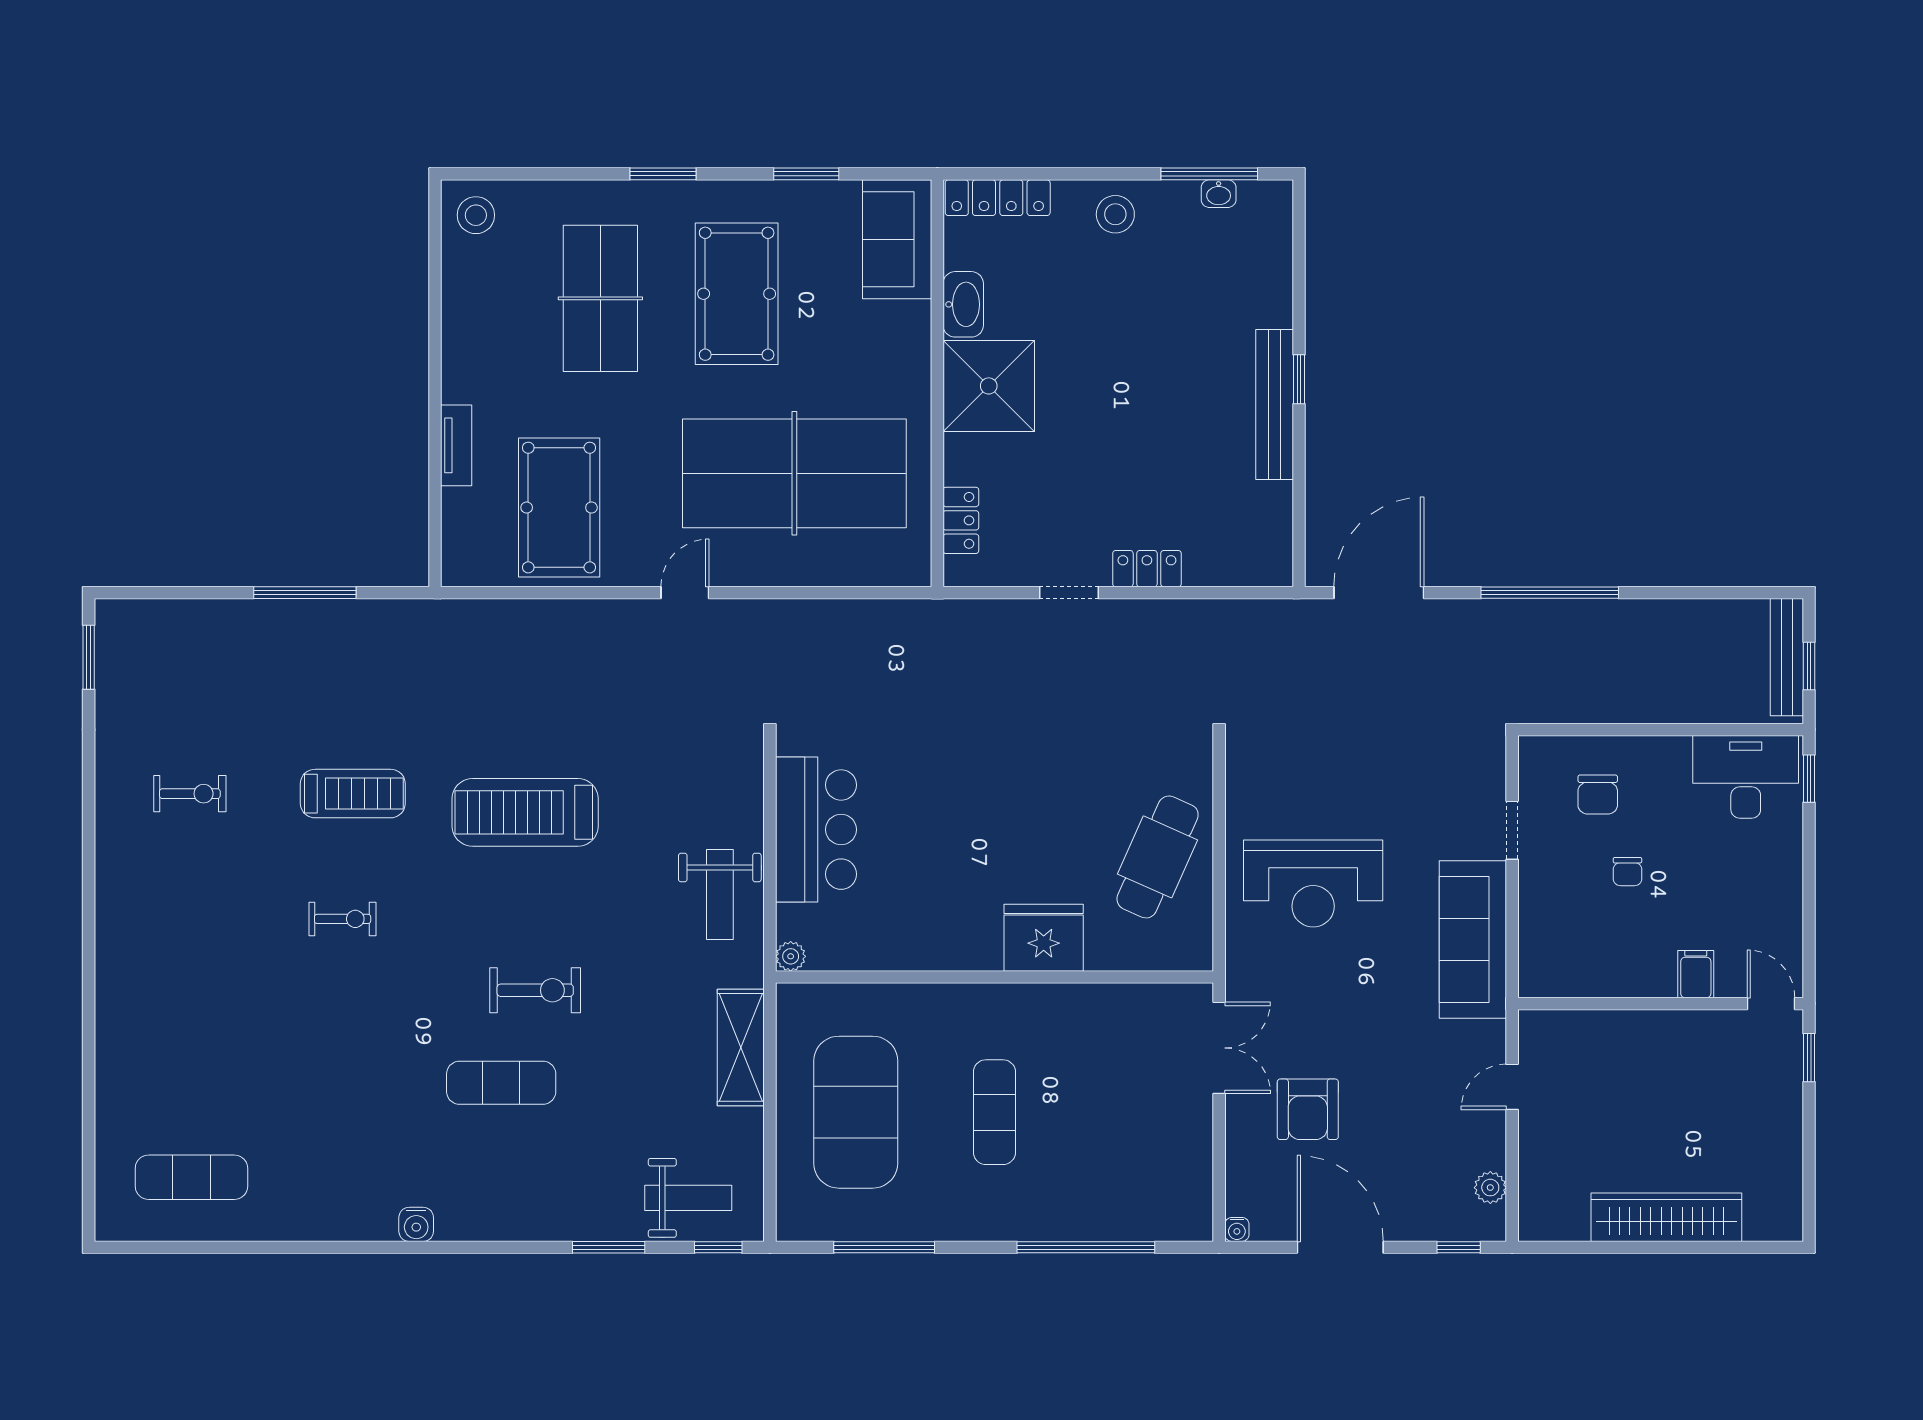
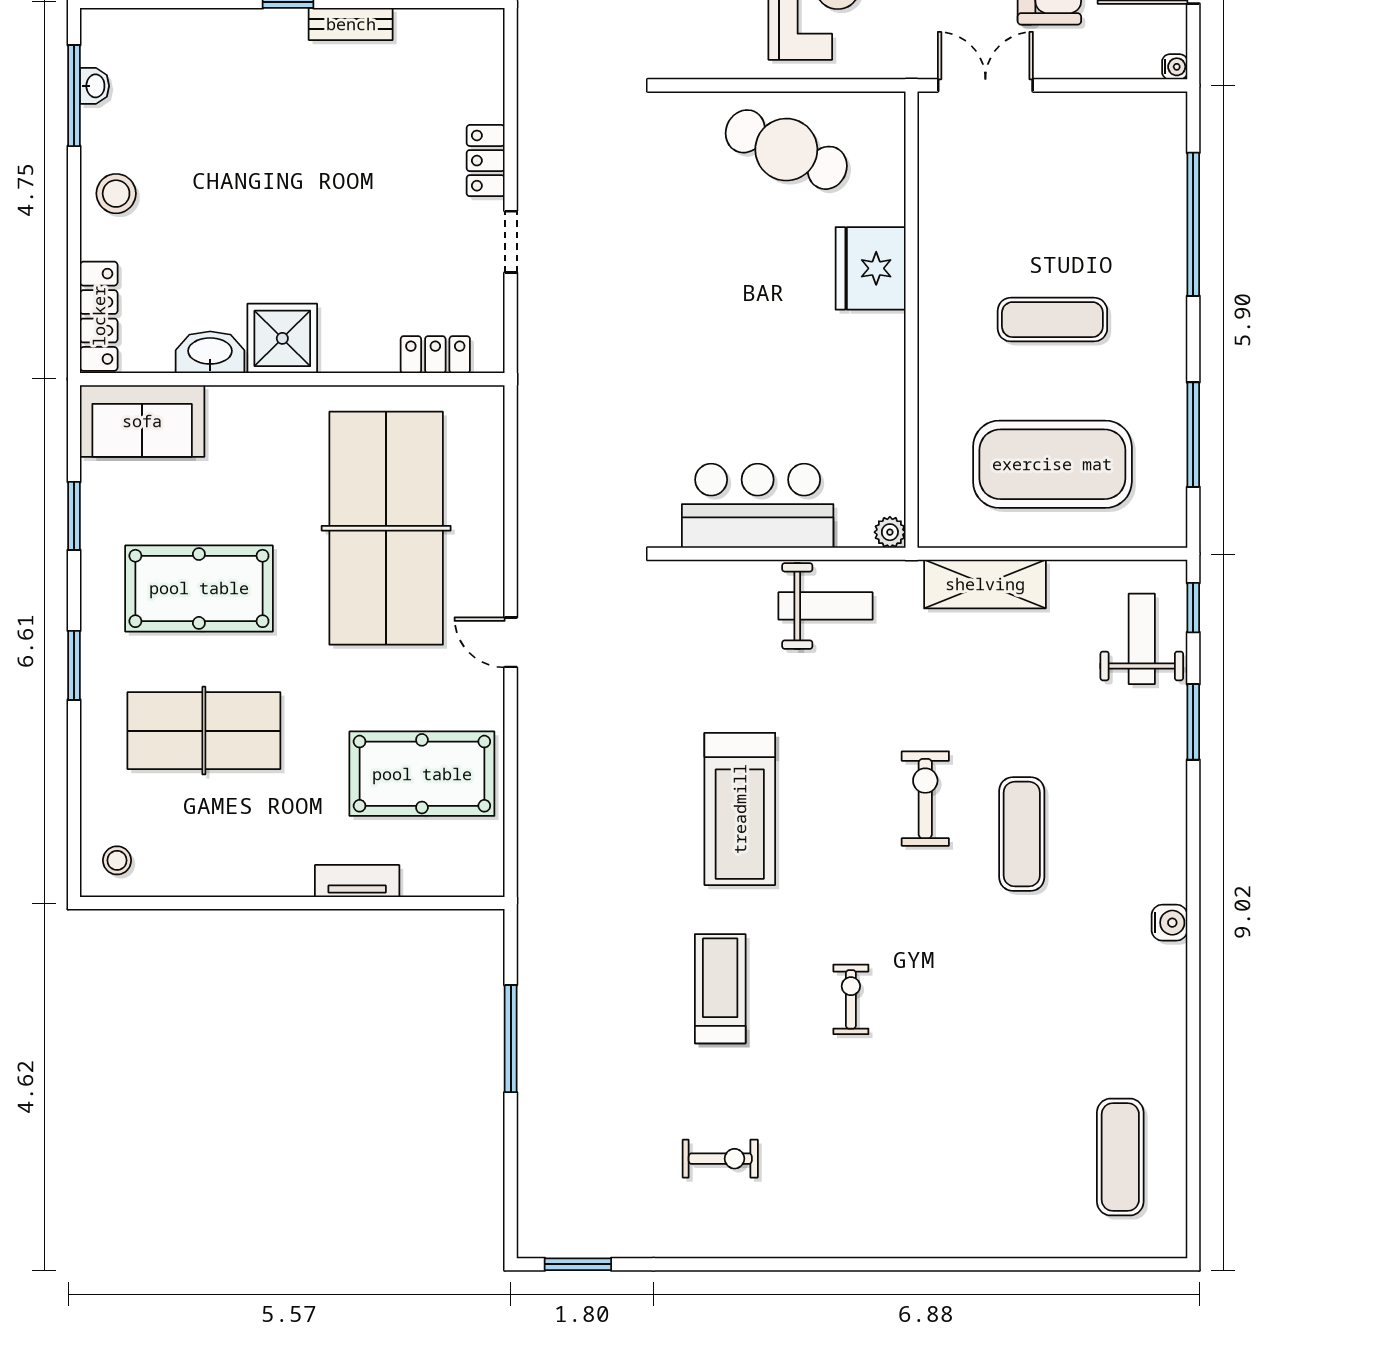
stool: (476, 215) -> (117, 860), width x0.73, depth x0.73
shower: (989, 386) -> (282, 338), width x0.73, depth x0.73
bench: (1275, 404) -> (351, 24), width x0.54, depth x0.82
exercise bike: (190, 794) -> (720, 1159), turned 90

